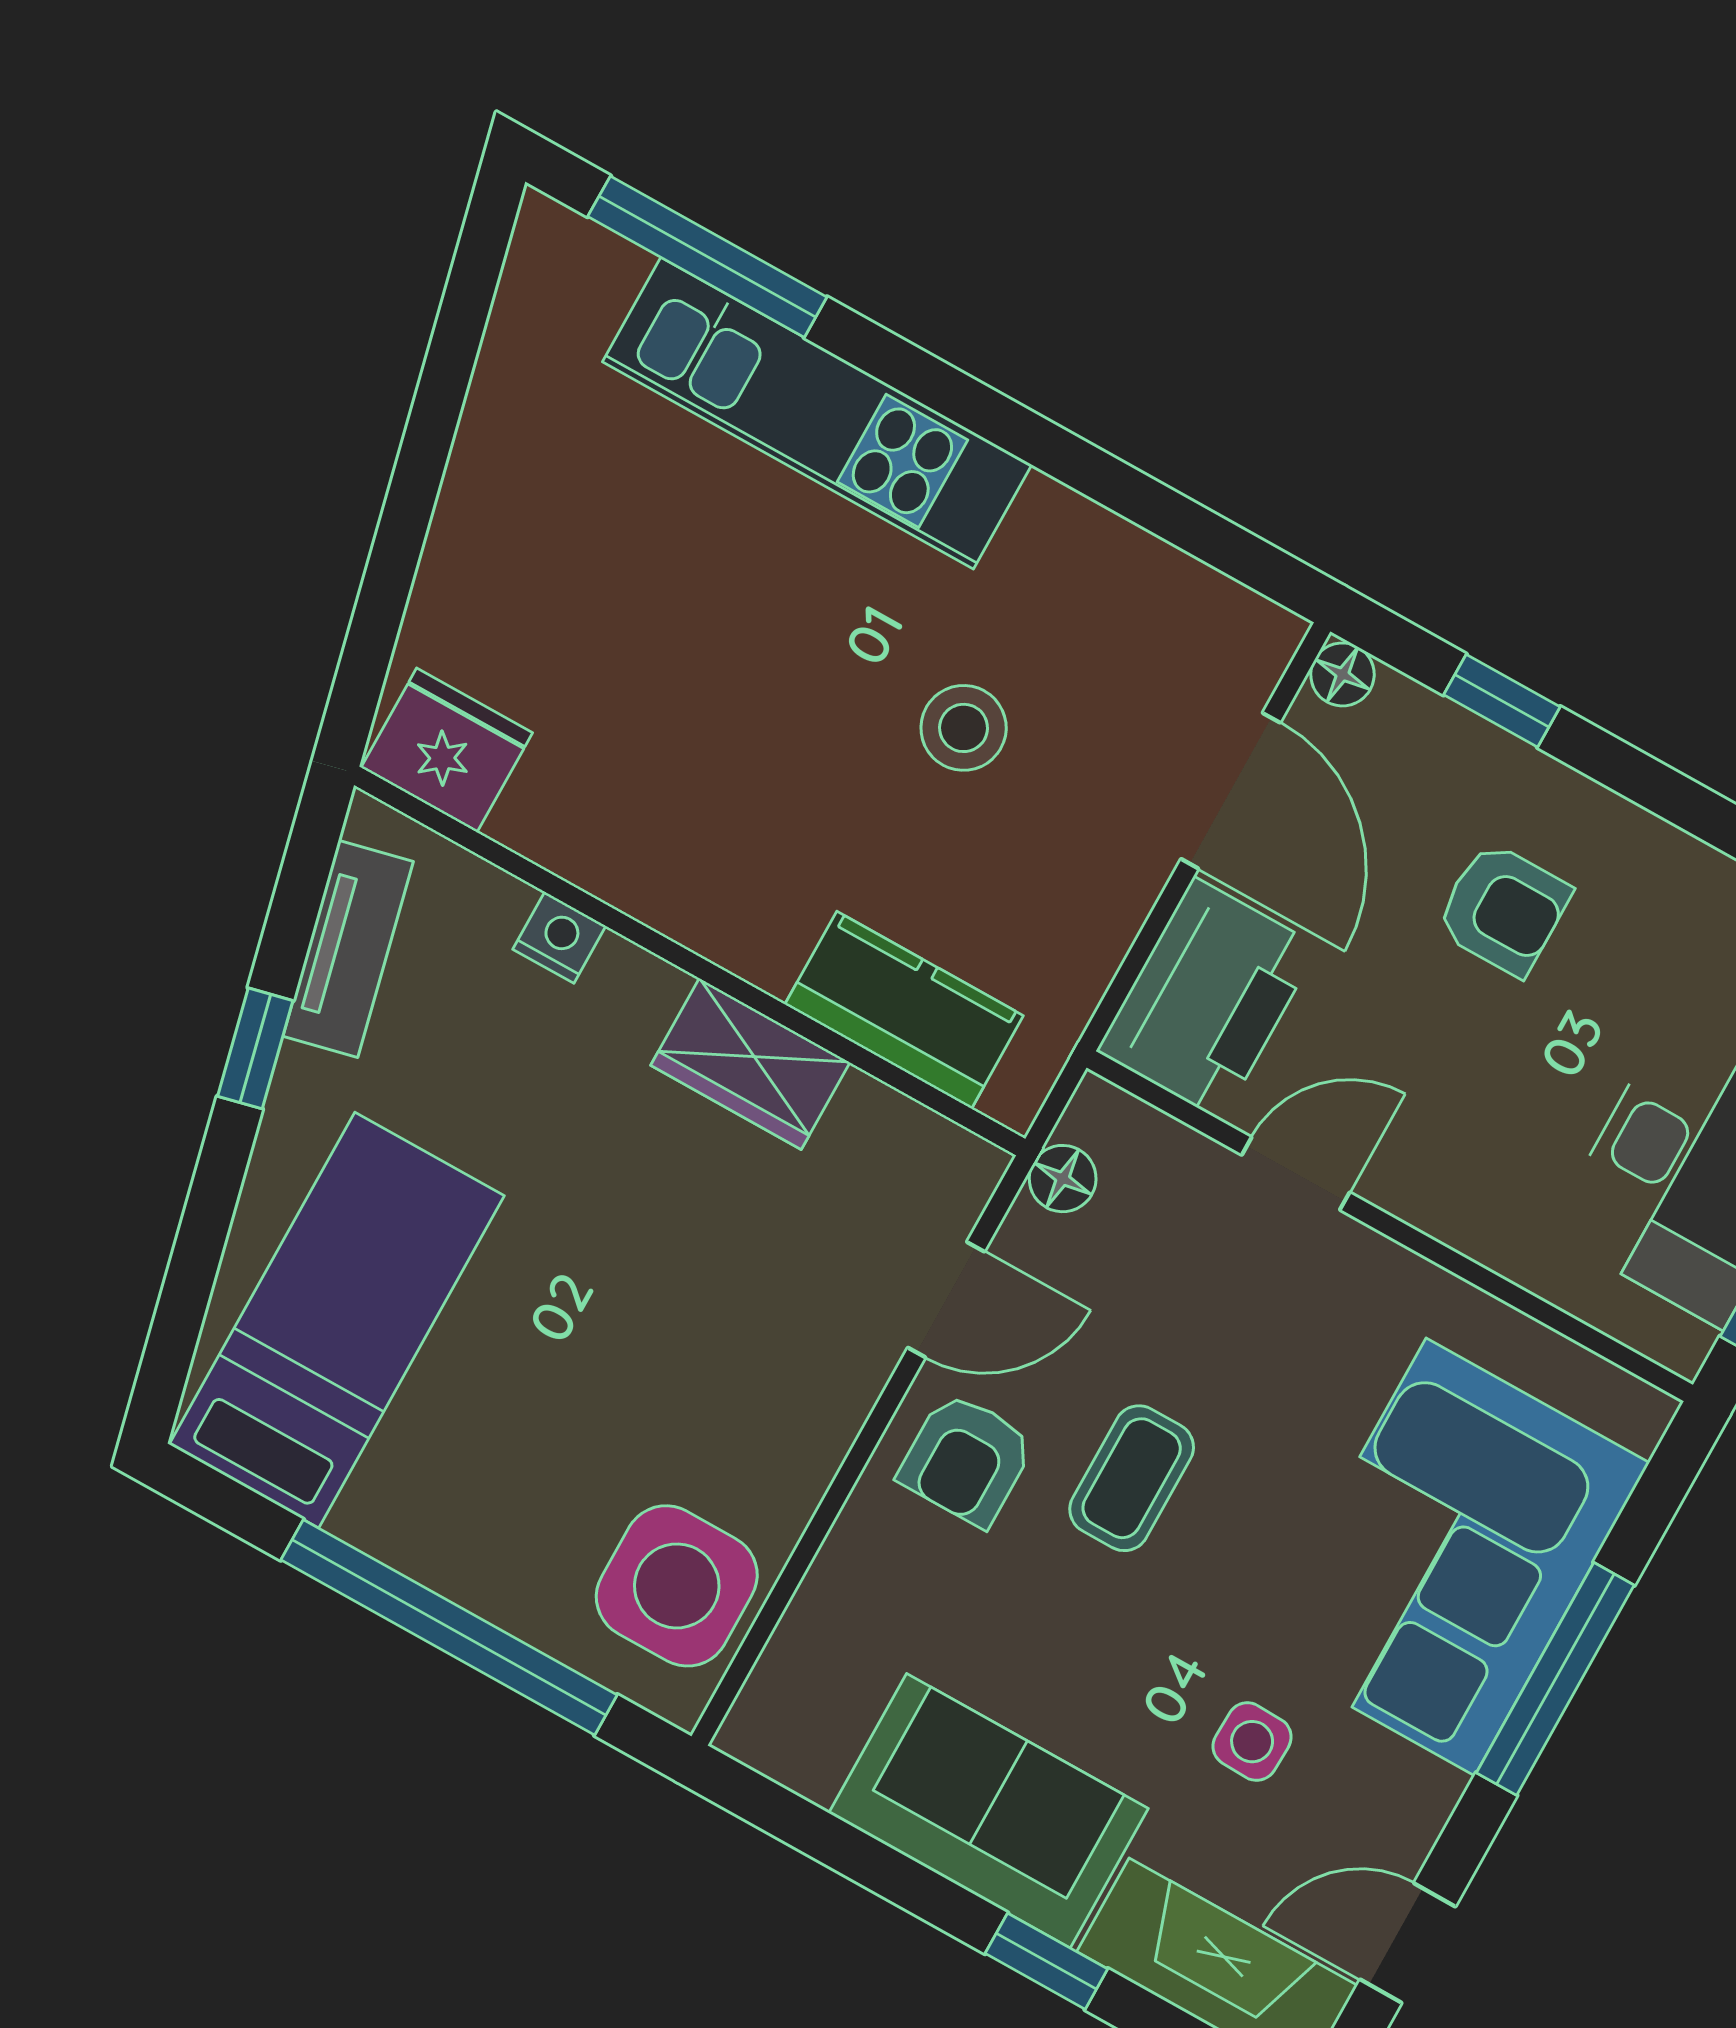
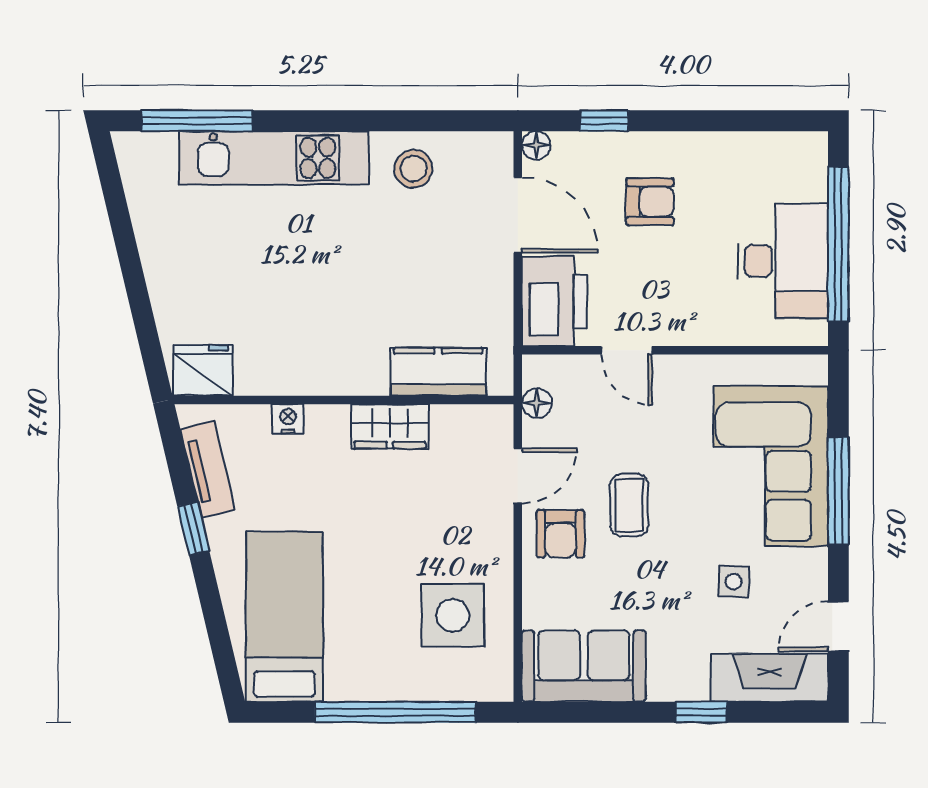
stool: (964, 728) -> (413, 169), moved
door: (1296, 1174) -> (627, 350), swing flipped
side table: (677, 1586) -> (453, 615), moved
sofa: (988, 1811) -> (584, 666), moved

